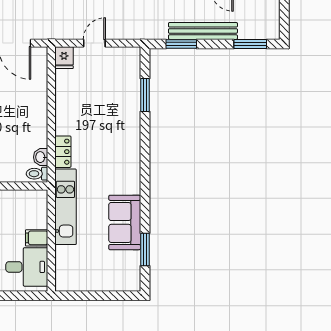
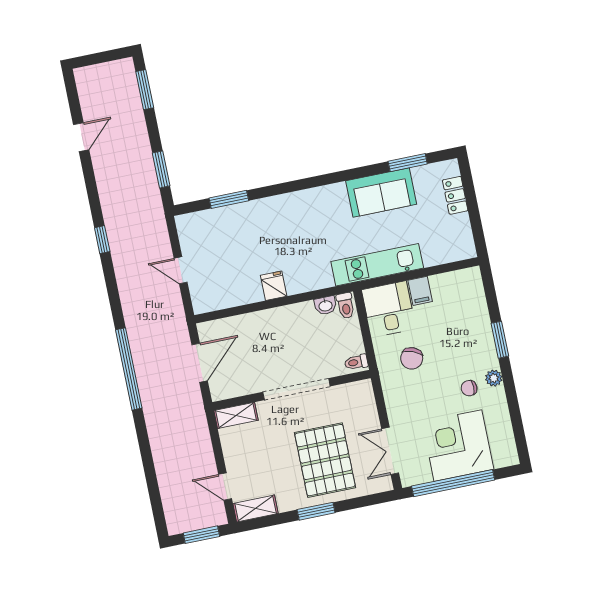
bench: (203, 31) -> (141, 147), removed
fridge: (64, 58) -> (274, 286), moved, turned -90
locker: (63, 152) -> (455, 195), moved, turned -90
desk: (27, 267) -> (389, 309), moved

